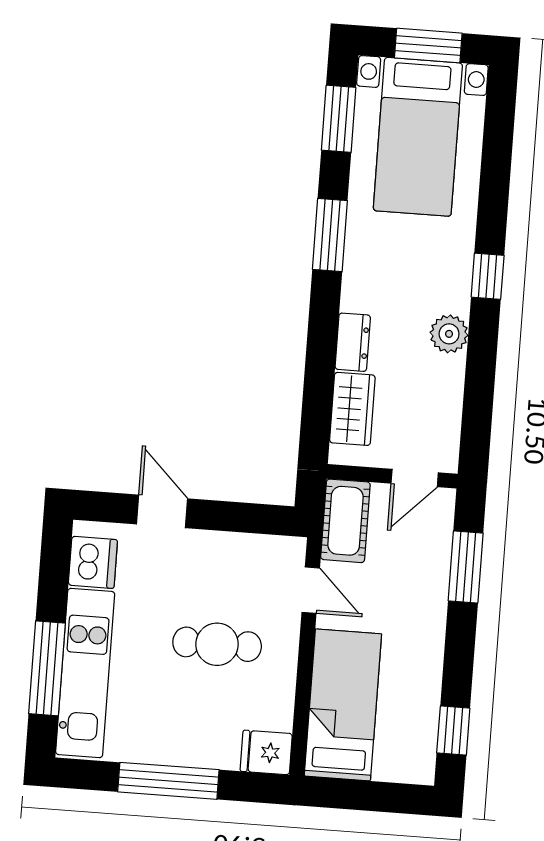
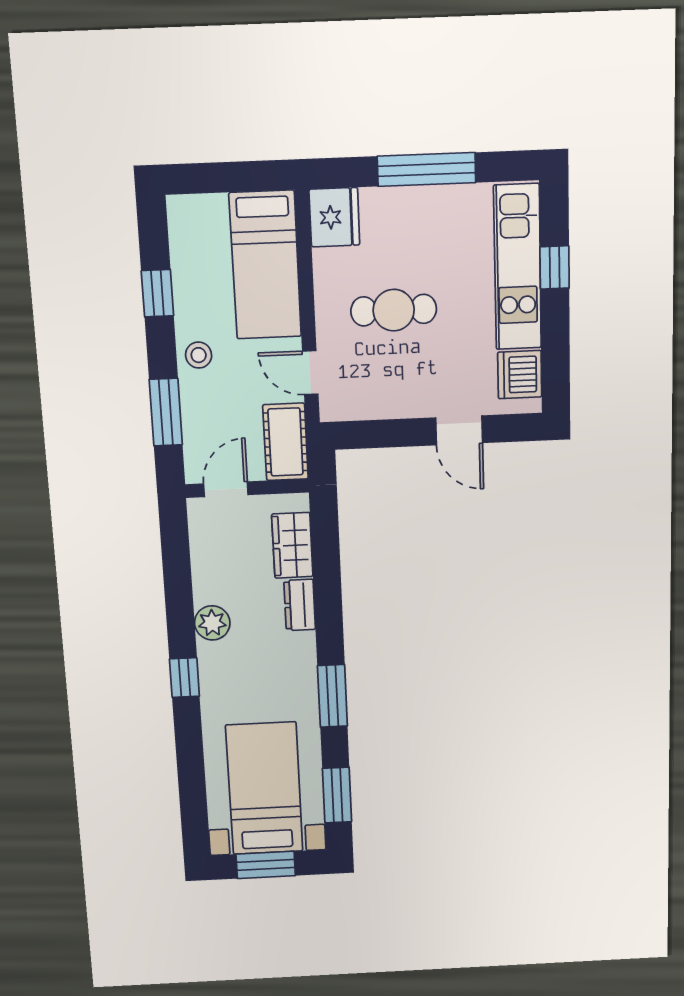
stool: (423, 622) -> (199, 355), added
window: (47, 668) -> (555, 267), width x0.46
window: (453, 730) -> (157, 293), moved
fridge: (266, 752) -> (334, 217), width x1.38

